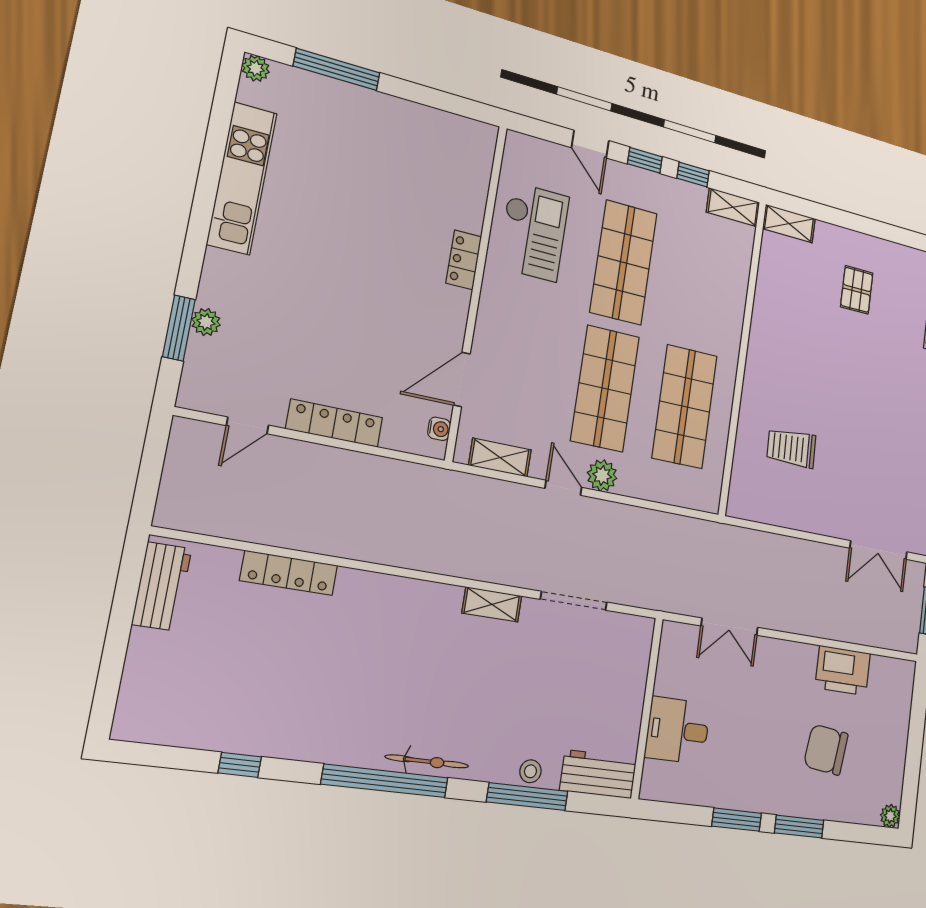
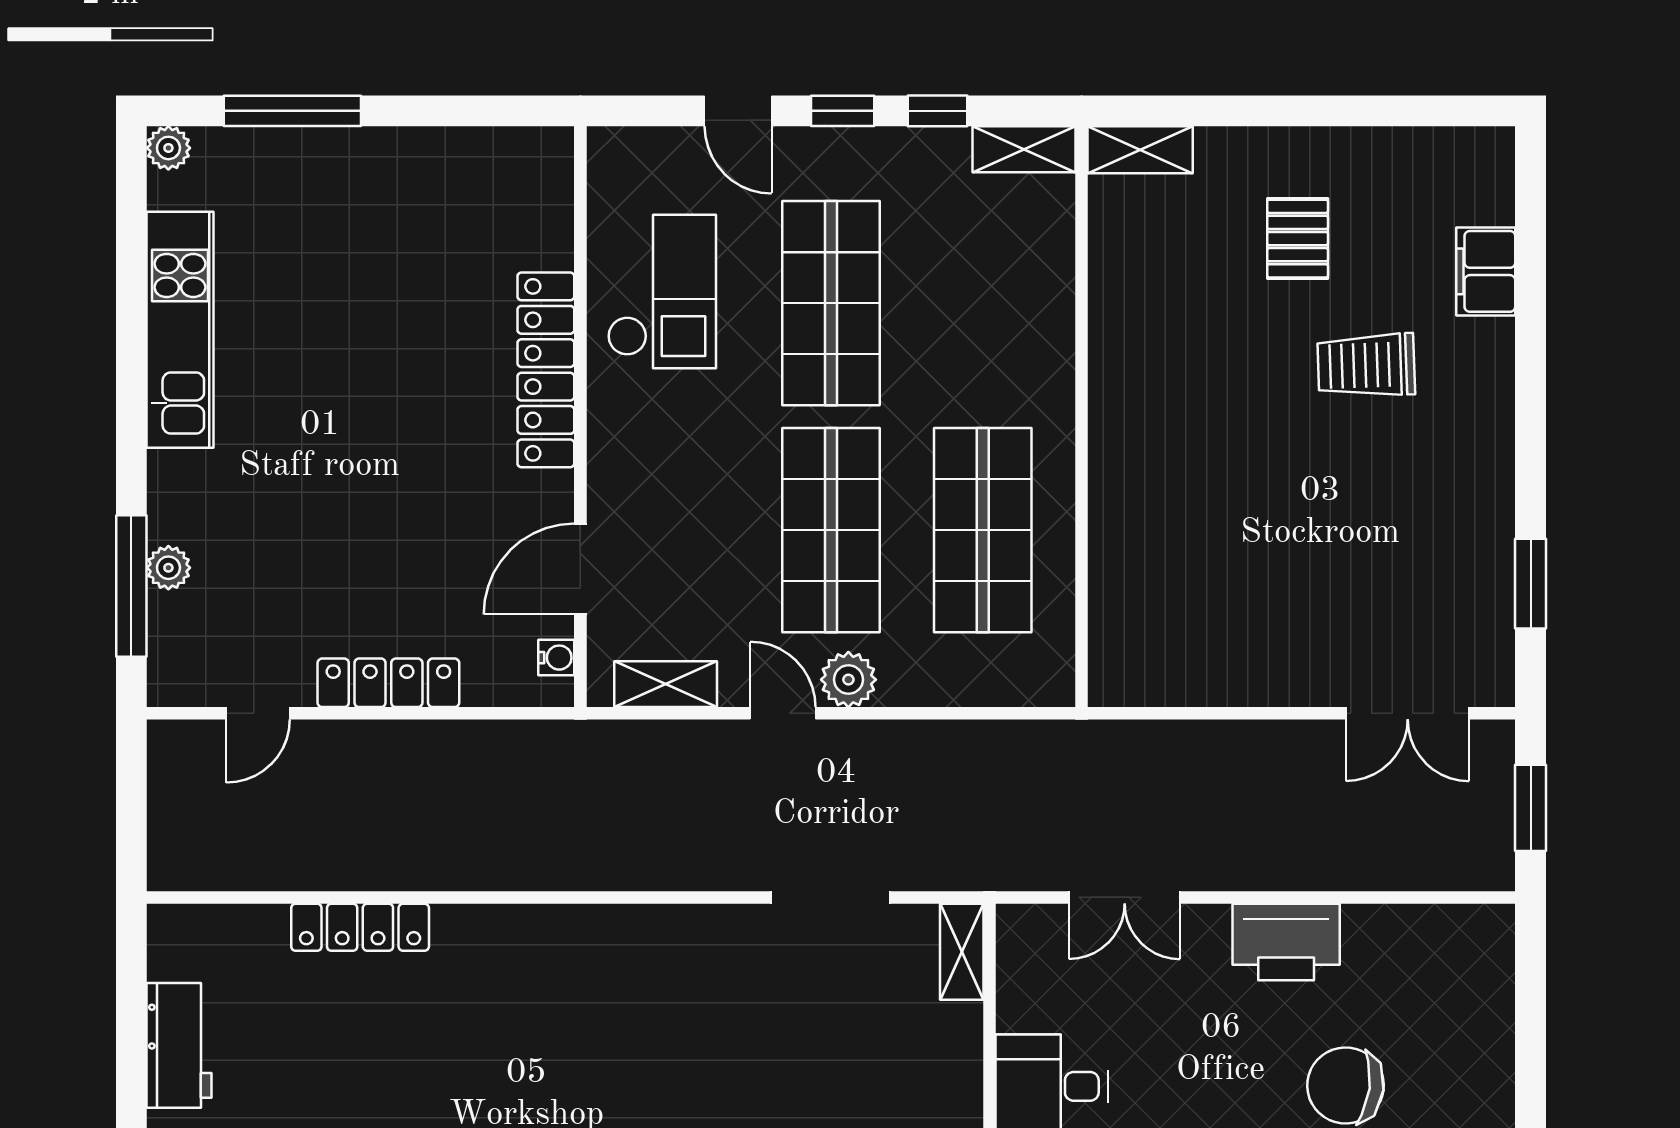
locker: (464, 260) -> (546, 370), width x2.16, depth x1.21
window: (179, 328) -> (131, 586), width x1.44
trolley: (791, 448) -> (1366, 365), moved
workbench: (162, 586) -> (179, 1045), moved
shelving: (492, 604) -> (962, 952), moved, turned 90
printer: (843, 671) -> (1286, 942), moved

